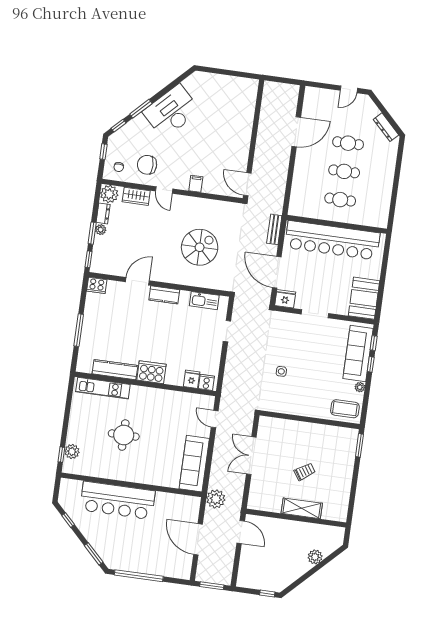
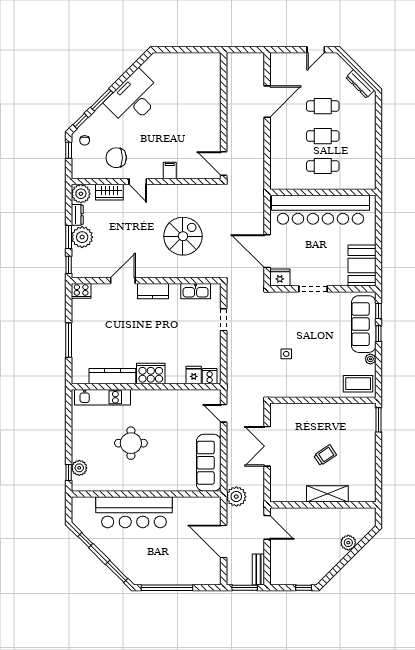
chair: (119, 167) -> (85, 140), moved
bench: (274, 229) -> (258, 569), moved
plant: (101, 230) -> (82, 237), width x1.87, depth x1.87

